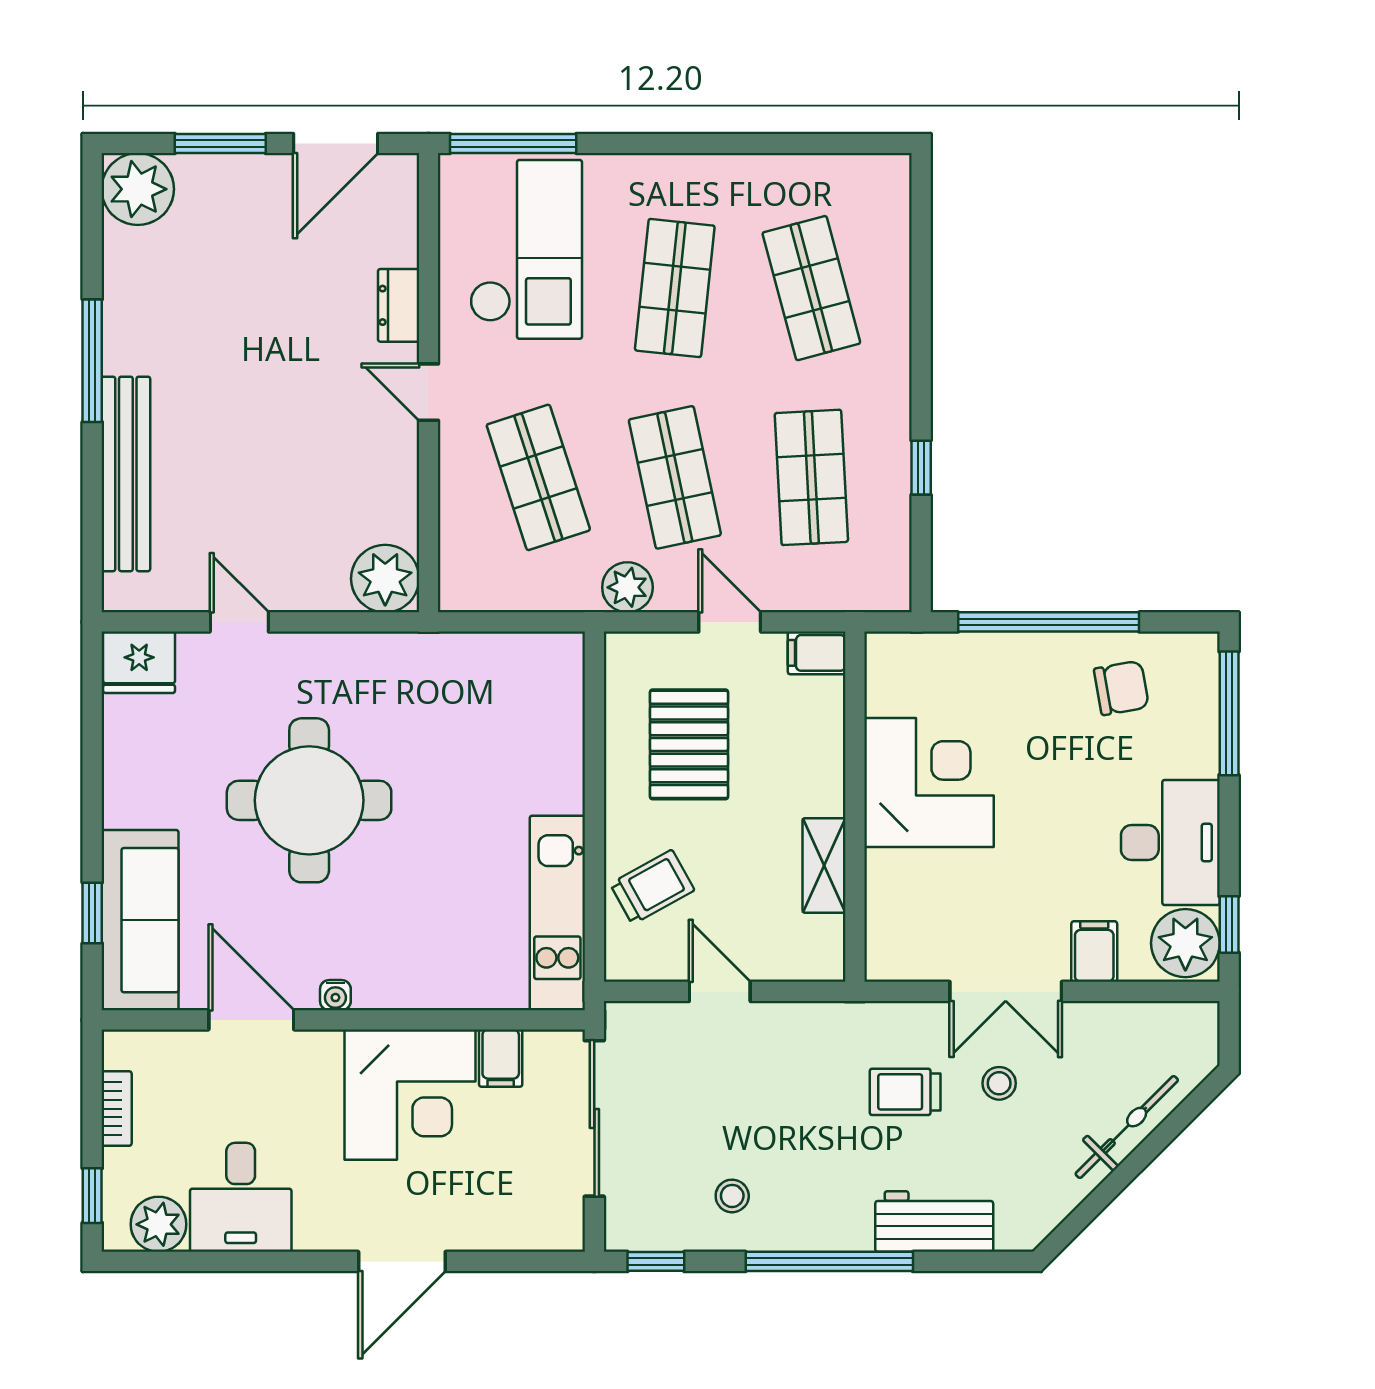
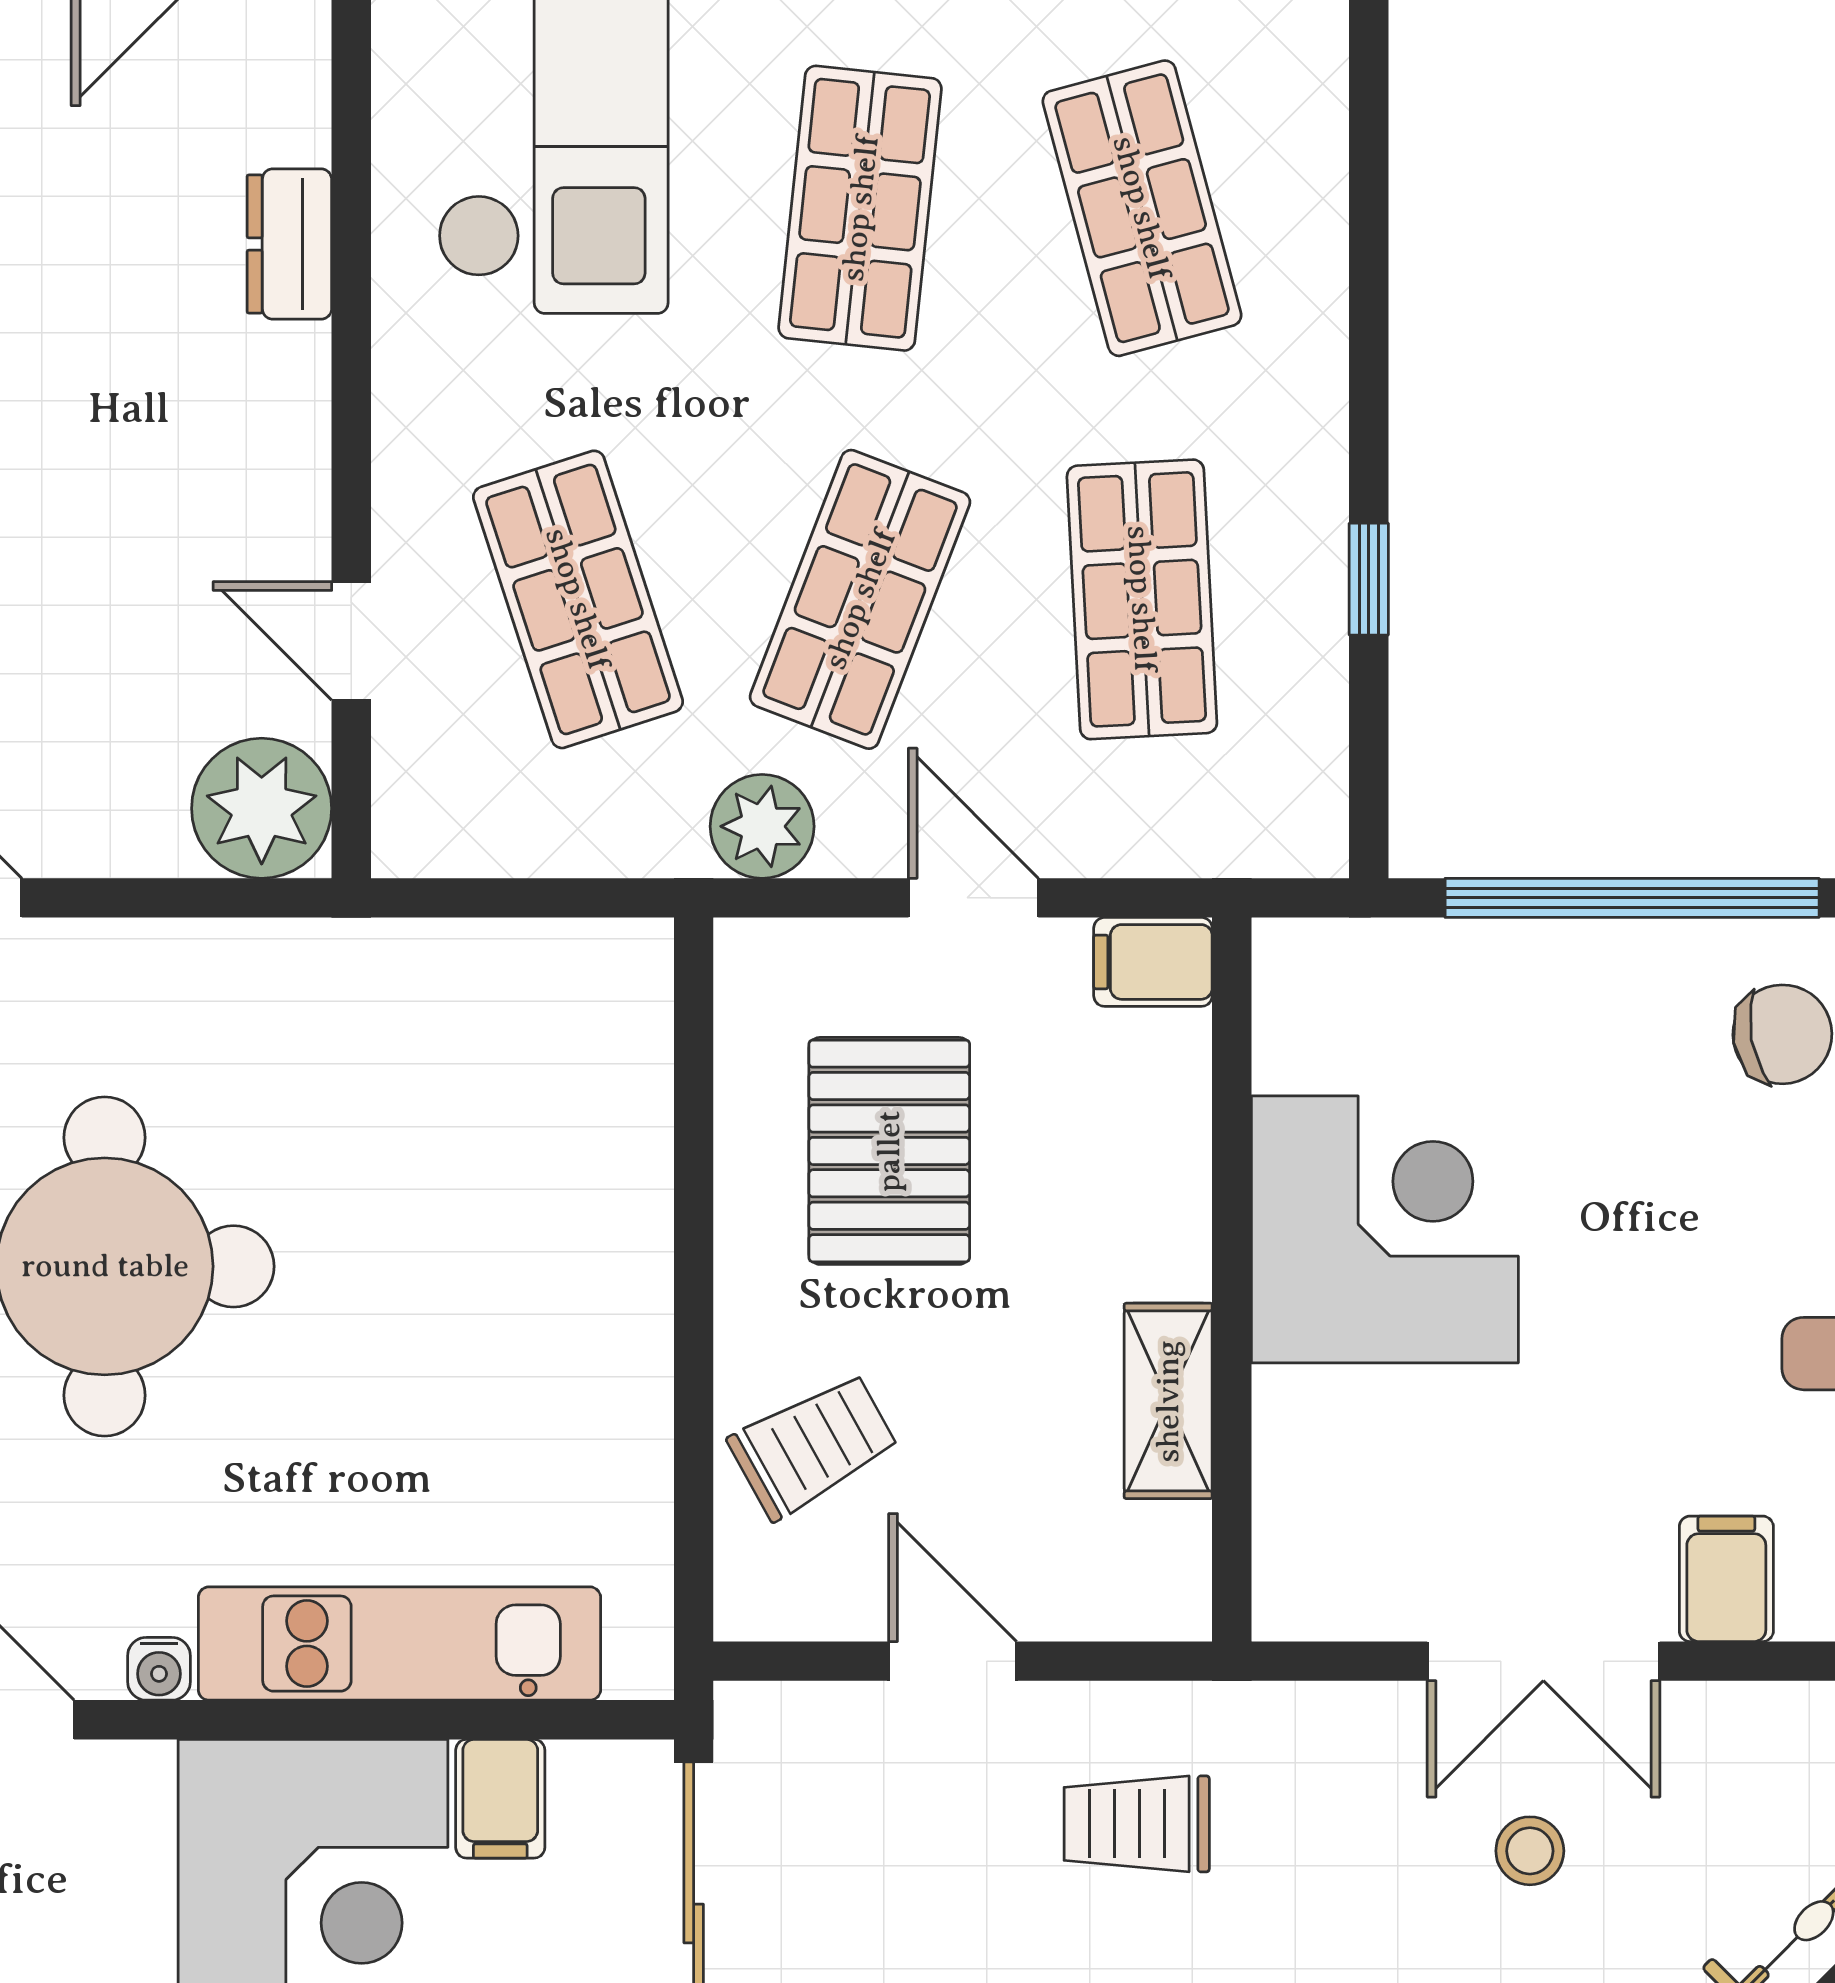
door: (428, 392) -> (351, 641), moved
shop shelf: (675, 477) -> (860, 599), turned 33
kitchen unit: (557, 913) -> (399, 1644), moved, turned 90
trolley: (905, 1092) -> (1137, 1824), moved

